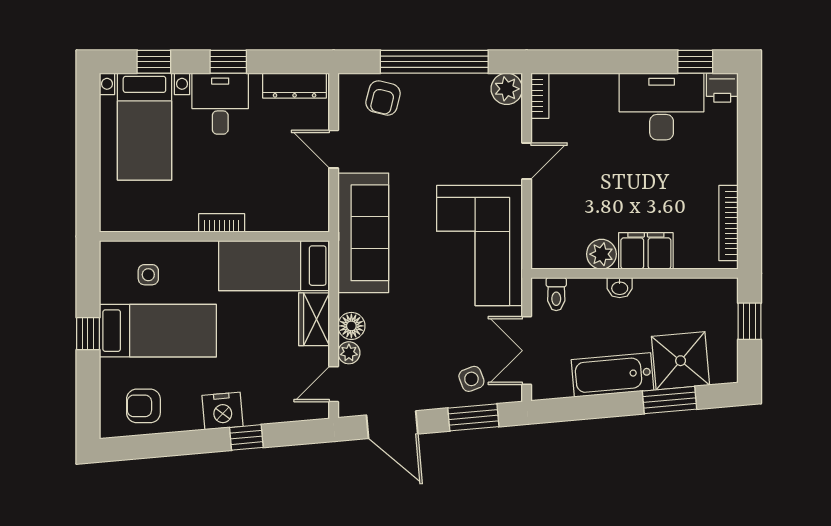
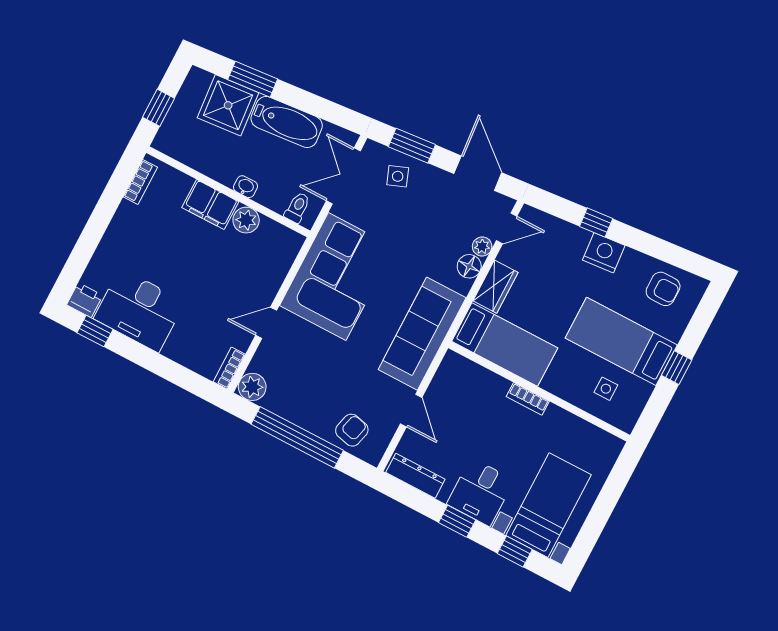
bookcase: (729, 223) -> (140, 182), width x0.64
double door: (527, 351) -> (343, 176), swing flipped

